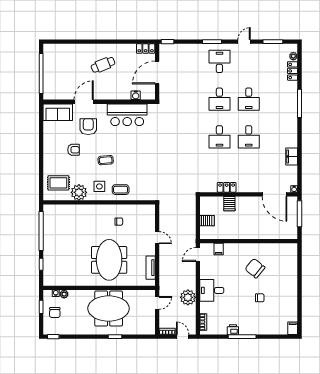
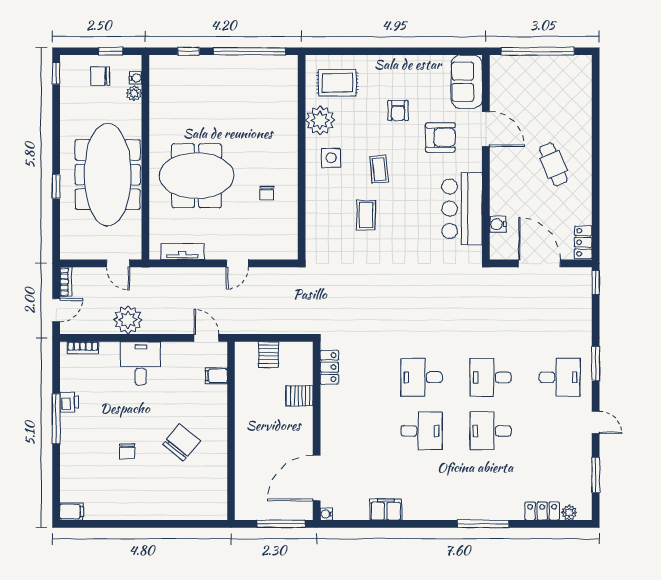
desk: (249, 137) -> (422, 431), turned 180
rug: (58, 183) -> (337, 83), turned 90
locker: (227, 187) -> (329, 367), moved
coffee table: (121, 190) -> (366, 215), moved
meeting table: (109, 308) -> (108, 175), width x1.36

